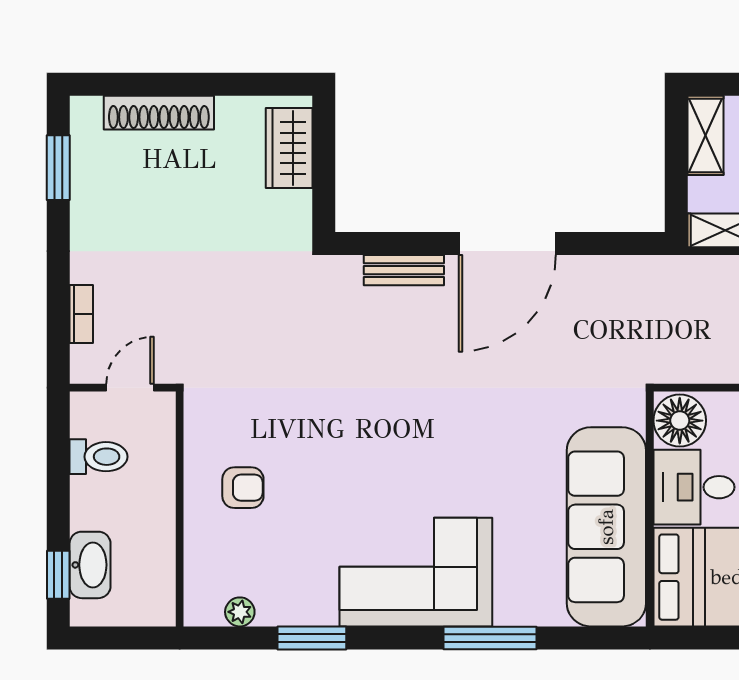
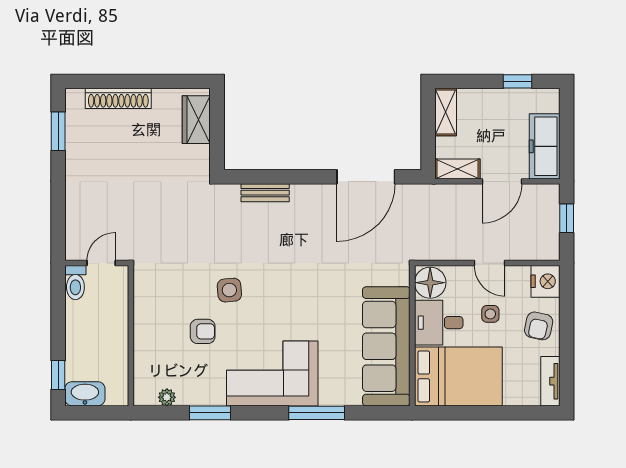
door: (507, 244) -> (366, 177), moved
bookcase: (81, 314) -> (72, 219), removed
side table: (344, 433) -> (229, 290), added
toilet: (98, 457) -> (75, 283), moved, turned 90
armchair: (243, 488) -> (203, 331), moved
washbasin: (90, 565) -> (85, 394), moved, turned -90

